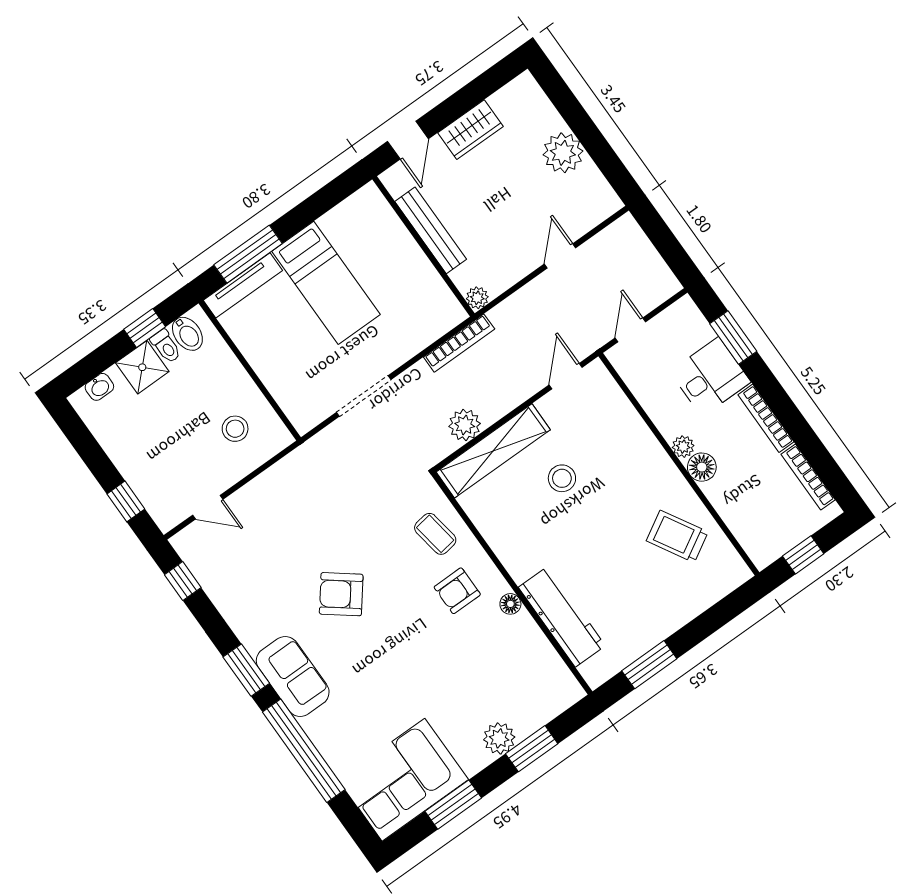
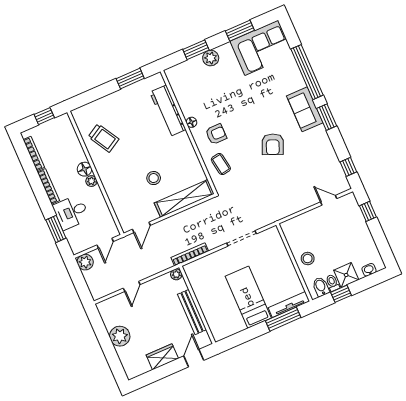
plant: (465, 425) -> (85, 262), moved
stool: (235, 429) -> (308, 259), moved
armchair: (341, 594) -> (273, 144), turned 75

